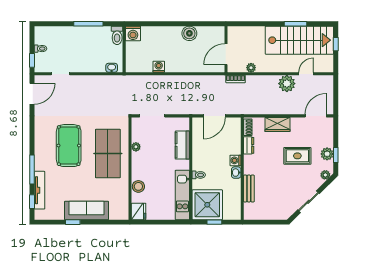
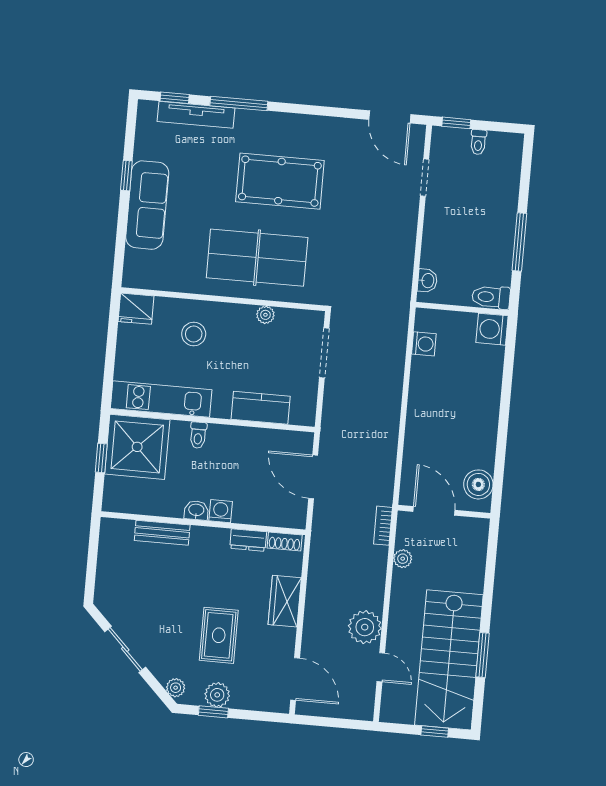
boiler: (189, 33) -> (478, 484), moved
washing machine: (159, 67) -> (424, 344), moved
stool: (138, 186) -> (194, 334), moved

